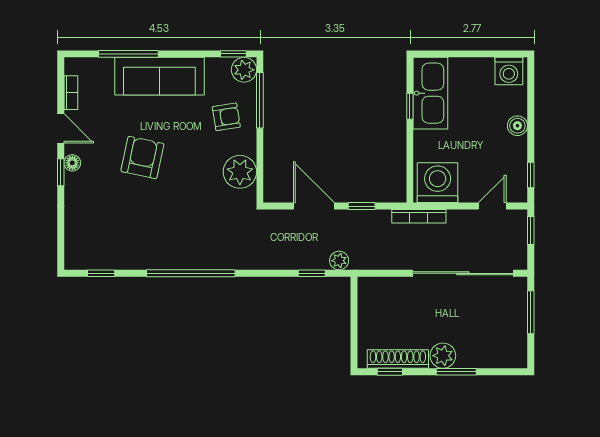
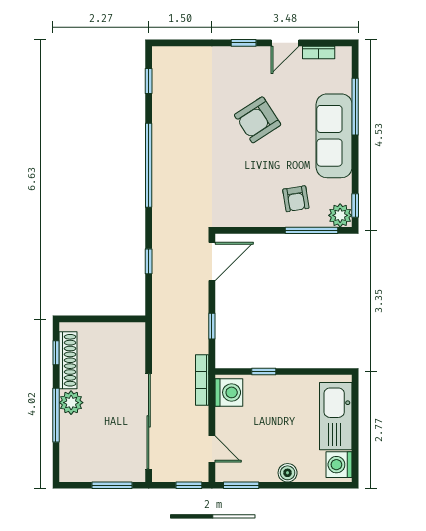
kitchen sink: (430, 93) -> (336, 416), moved, turned 90
window: (410, 106) -> (264, 372), moved
armchair: (142, 158) -> (258, 120), turned 135
floor lamp: (72, 163) -> (253, 54), removed
plant: (240, 172) -> (244, 212), removed
window: (531, 175) -> (241, 485), width x1.50
washing machine: (438, 183) -> (229, 392), width x0.73, depth x0.73
door: (314, 206) -> (212, 262), moved
plant: (339, 261) -> (161, 305), removed
window: (312, 273) -> (149, 261), moved
window: (456, 372) -> (56, 415), width x1.44

